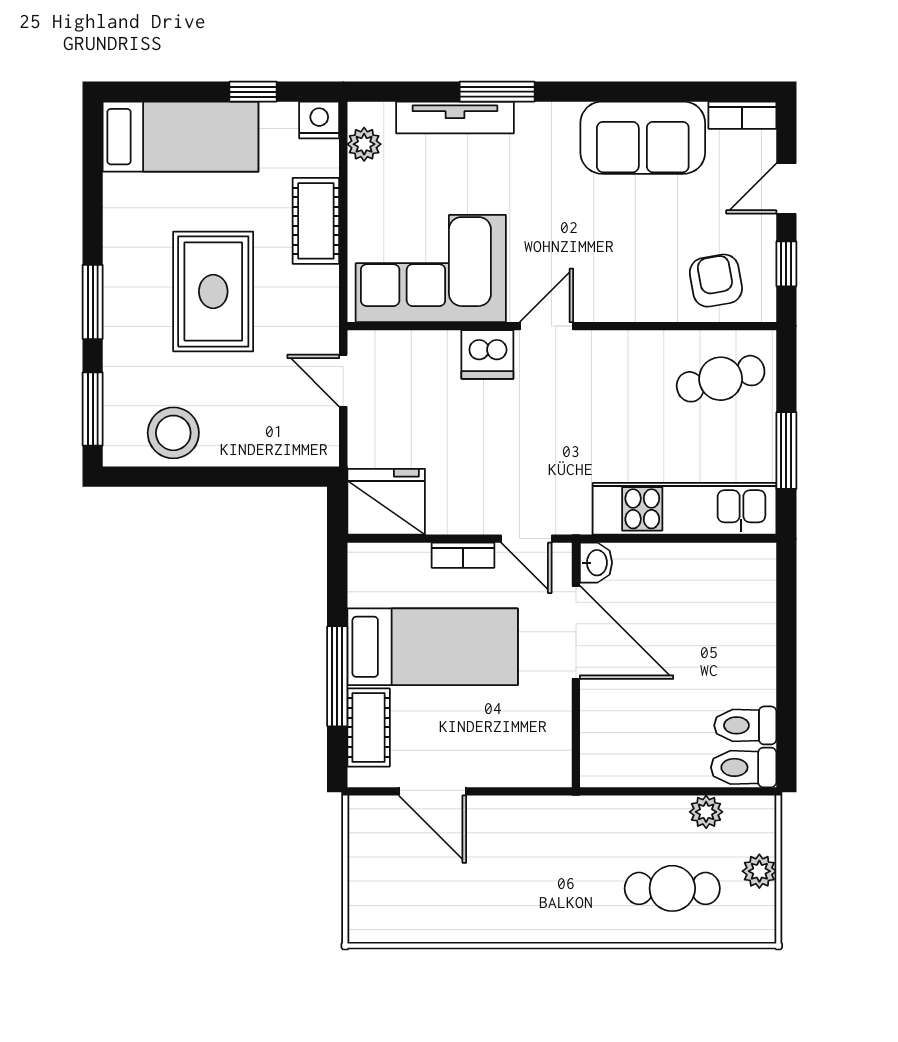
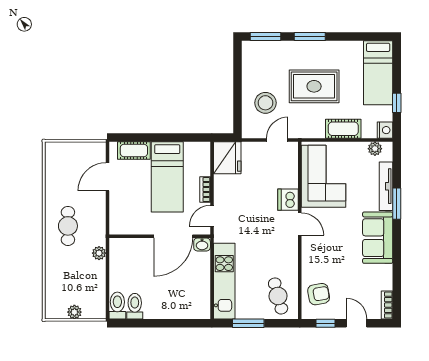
sofa: (643, 138) -> (378, 238), moved
stool: (173, 433) -> (265, 103), moved
window: (337, 676) -> (155, 138), removed
plant: (706, 812) -> (99, 253), moved
cafe table: (672, 888) -> (68, 226), moved

